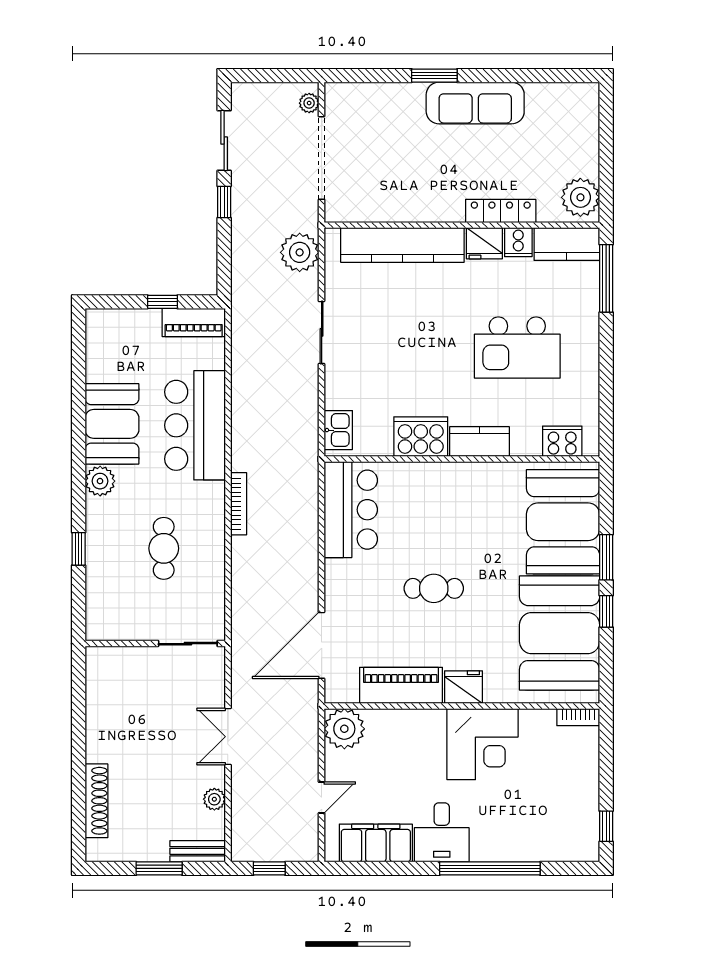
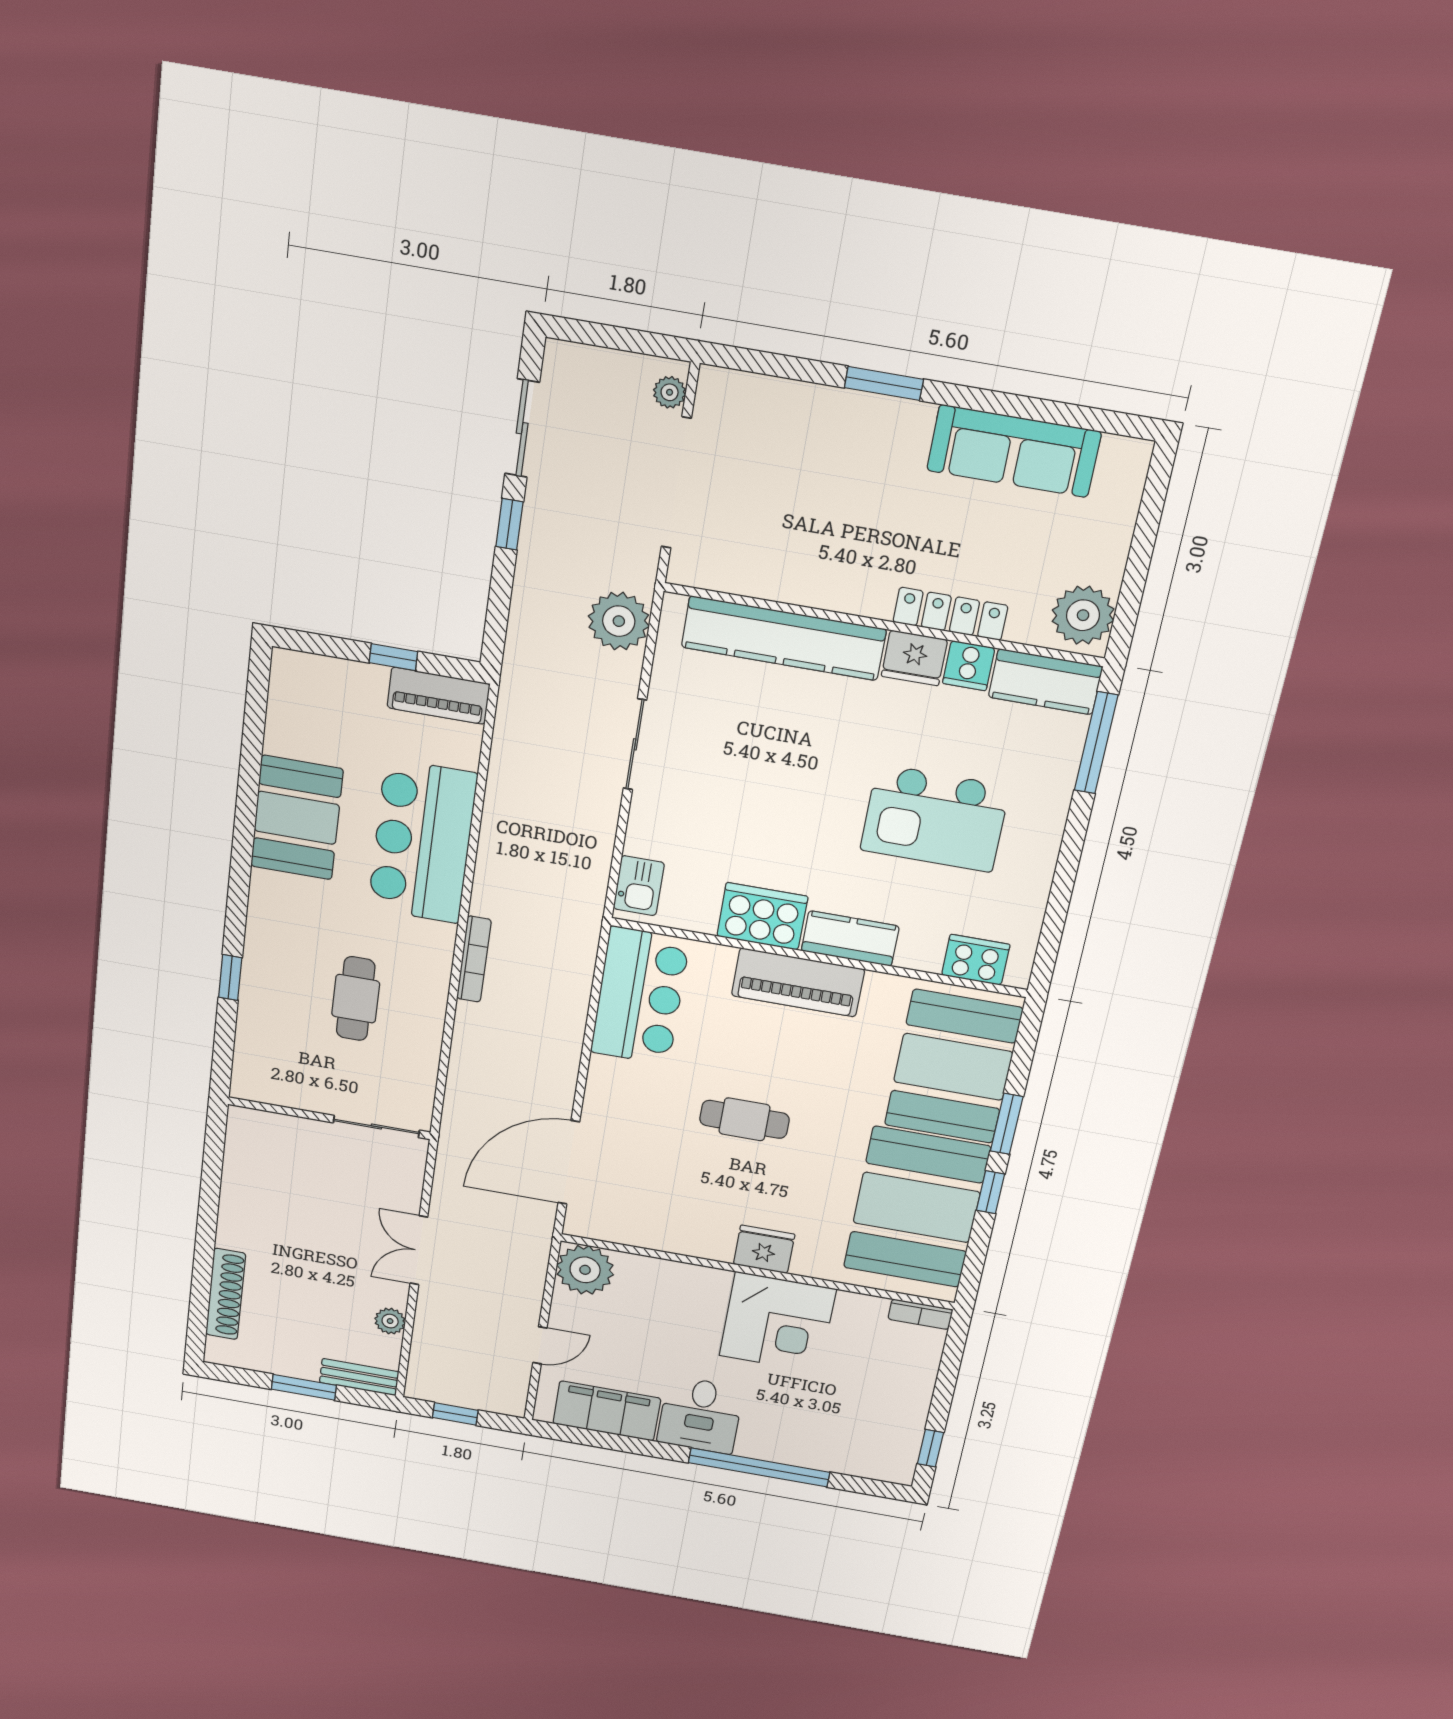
sofa: (475, 103) -> (1014, 451), moved
plant: (100, 481) -> (271, 893), removed
piano: (401, 685) -> (798, 982), moved, turned 180

